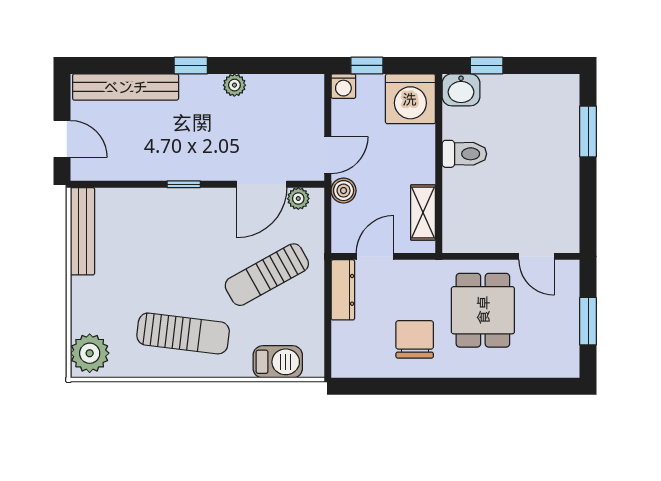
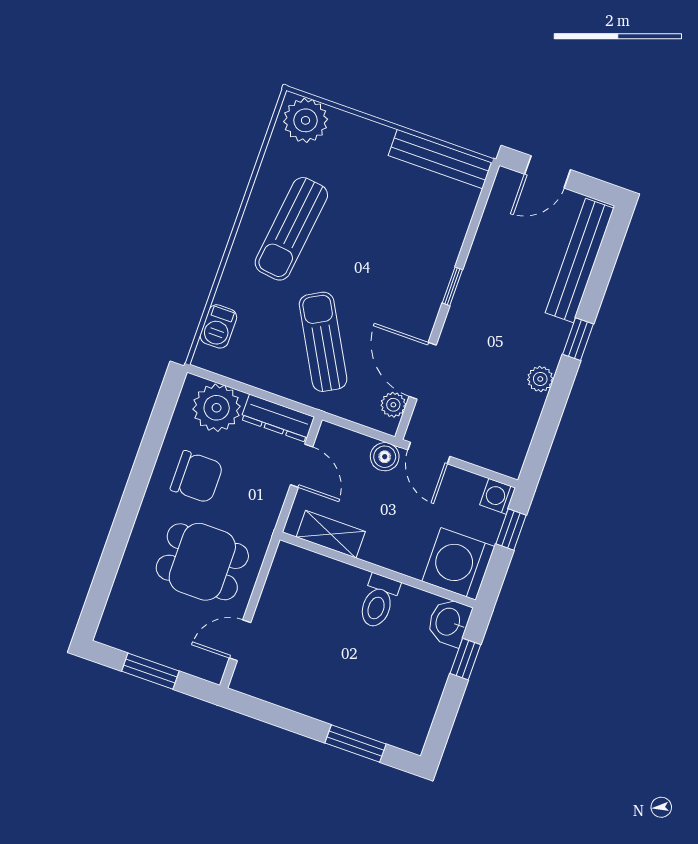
plant: (352, 343) -> (217, 408), added
barbecue: (278, 362) -> (218, 326), width x0.73, depth x0.79

